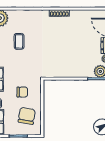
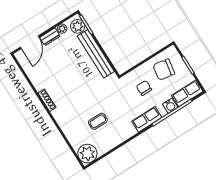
bench: (71, 72) -> (96, 54), added

